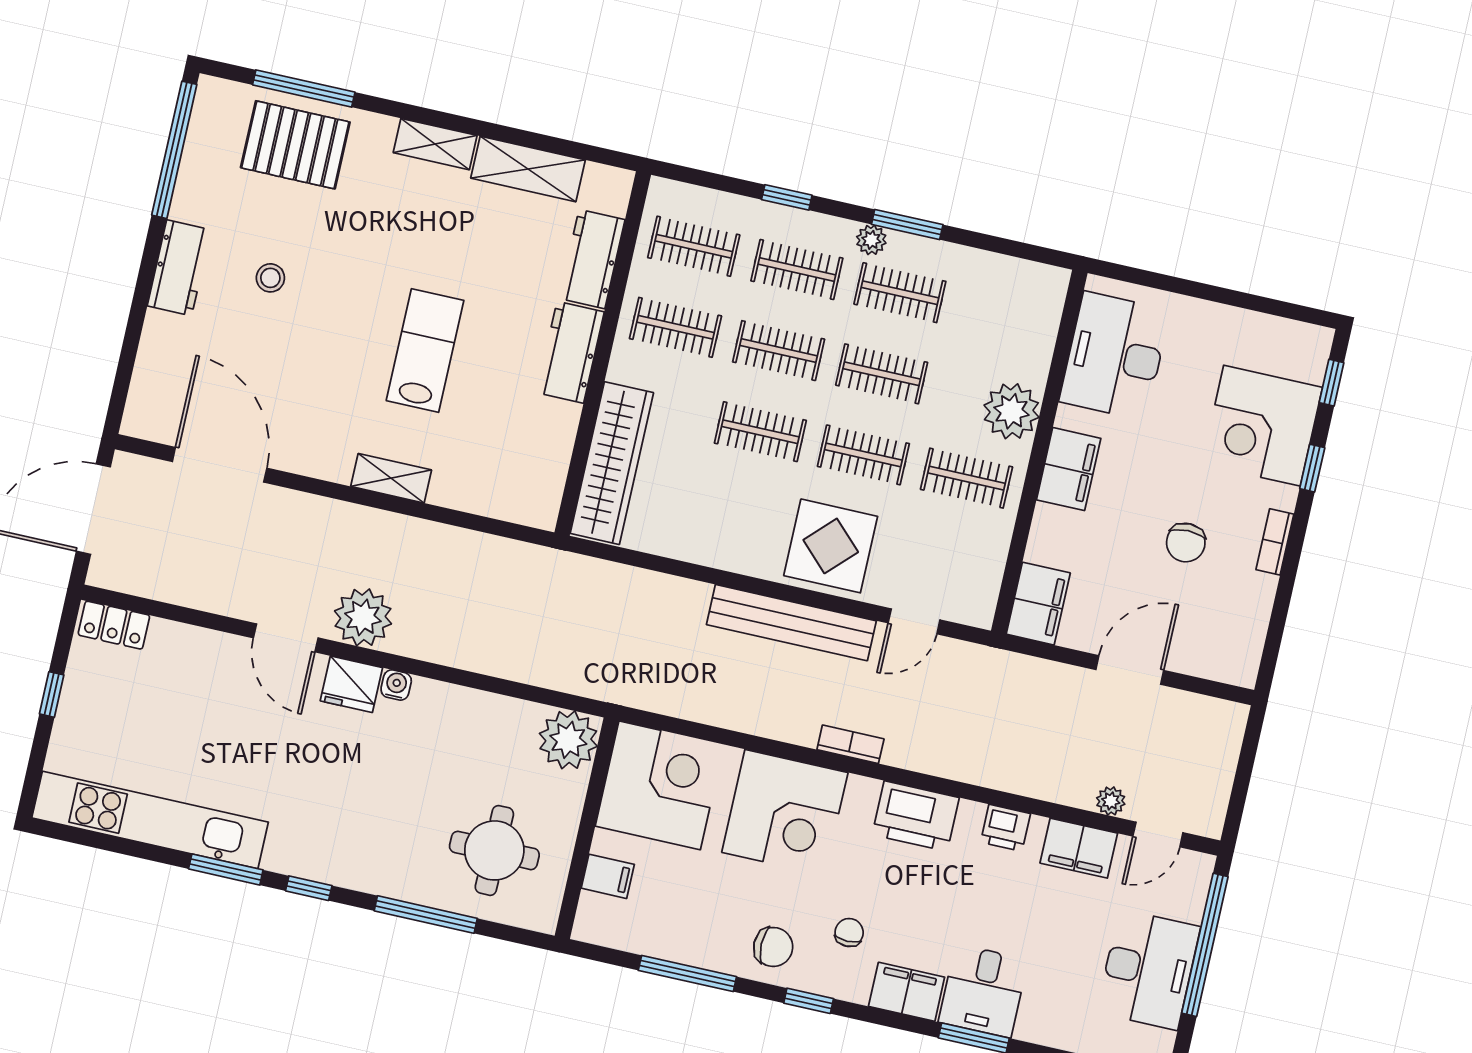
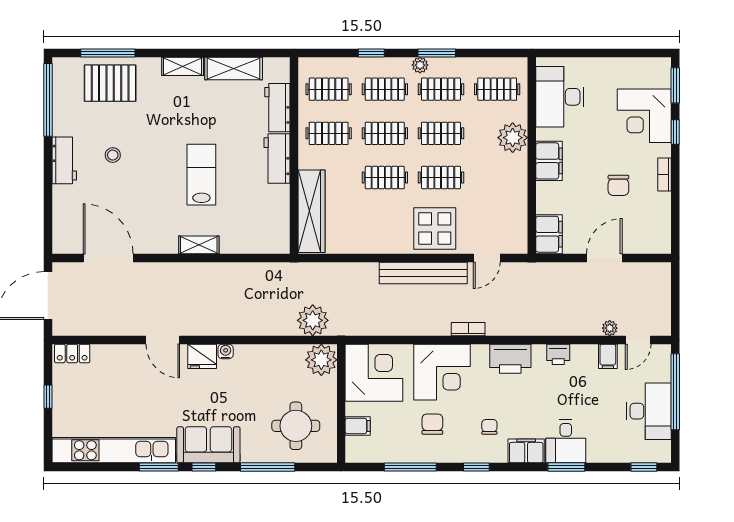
window: (1332, 383) -> (675, 85), width x1.50
clothes rail: (966, 478) -> (497, 89), moved
plant: (363, 617) -> (313, 320), moved
filing cabinet: (1079, 848) -> (608, 356), width x0.50
sofa: (326, 849) -> (208, 445), added
chair: (773, 947) -> (432, 424), moved, turned -90

